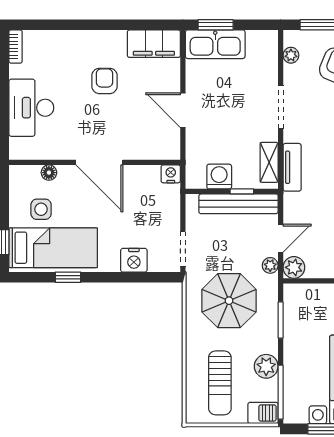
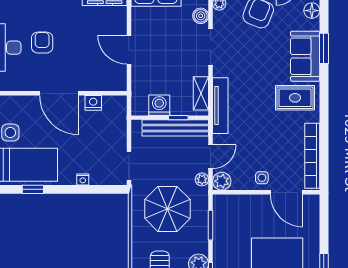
boiler: (269, 70) -> (201, 16), added
armchair: (105, 81) -> (42, 43), moved
tv unit: (292, 167) -> (220, 106), width x1.41
floor lamp: (49, 173) -> (17, 102), removed
nightstand: (171, 174) -> (93, 103), moved
nightstand: (134, 260) -> (83, 179), width x0.53, depth x0.56

